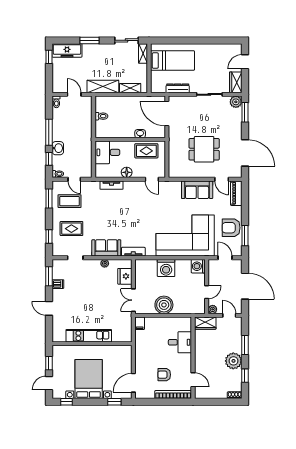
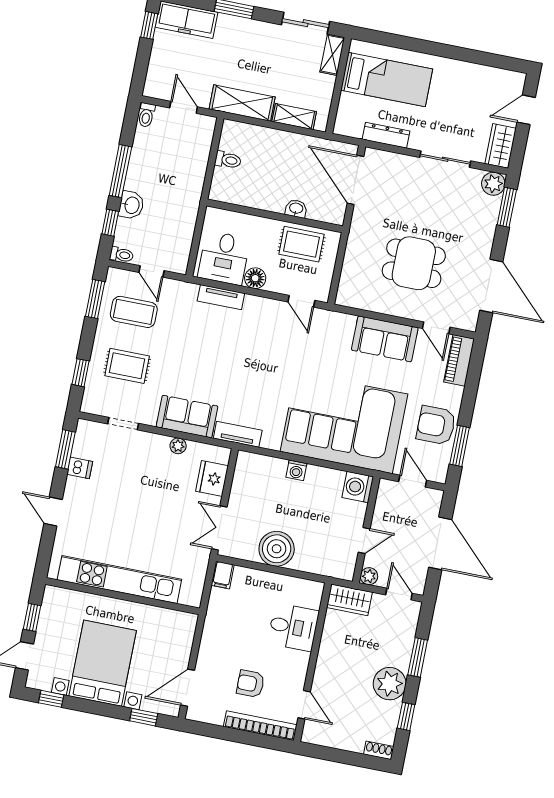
desk: (107, 152) -> (224, 258), moved, turned -90
washing machine: (166, 268) -> (296, 470), width x0.53, depth x0.53
kitchen unit: (89, 336) -> (119, 580), width x1.36

